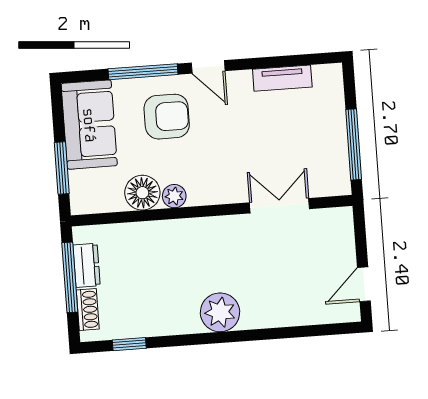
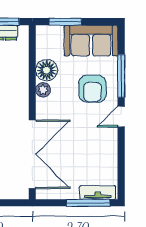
tv unit: (282, 78) -> (98, 193), moved, turned 90
window: (354, 144) -> (88, 203), moved
double door: (279, 206) -> (32, 154), width x1.87

